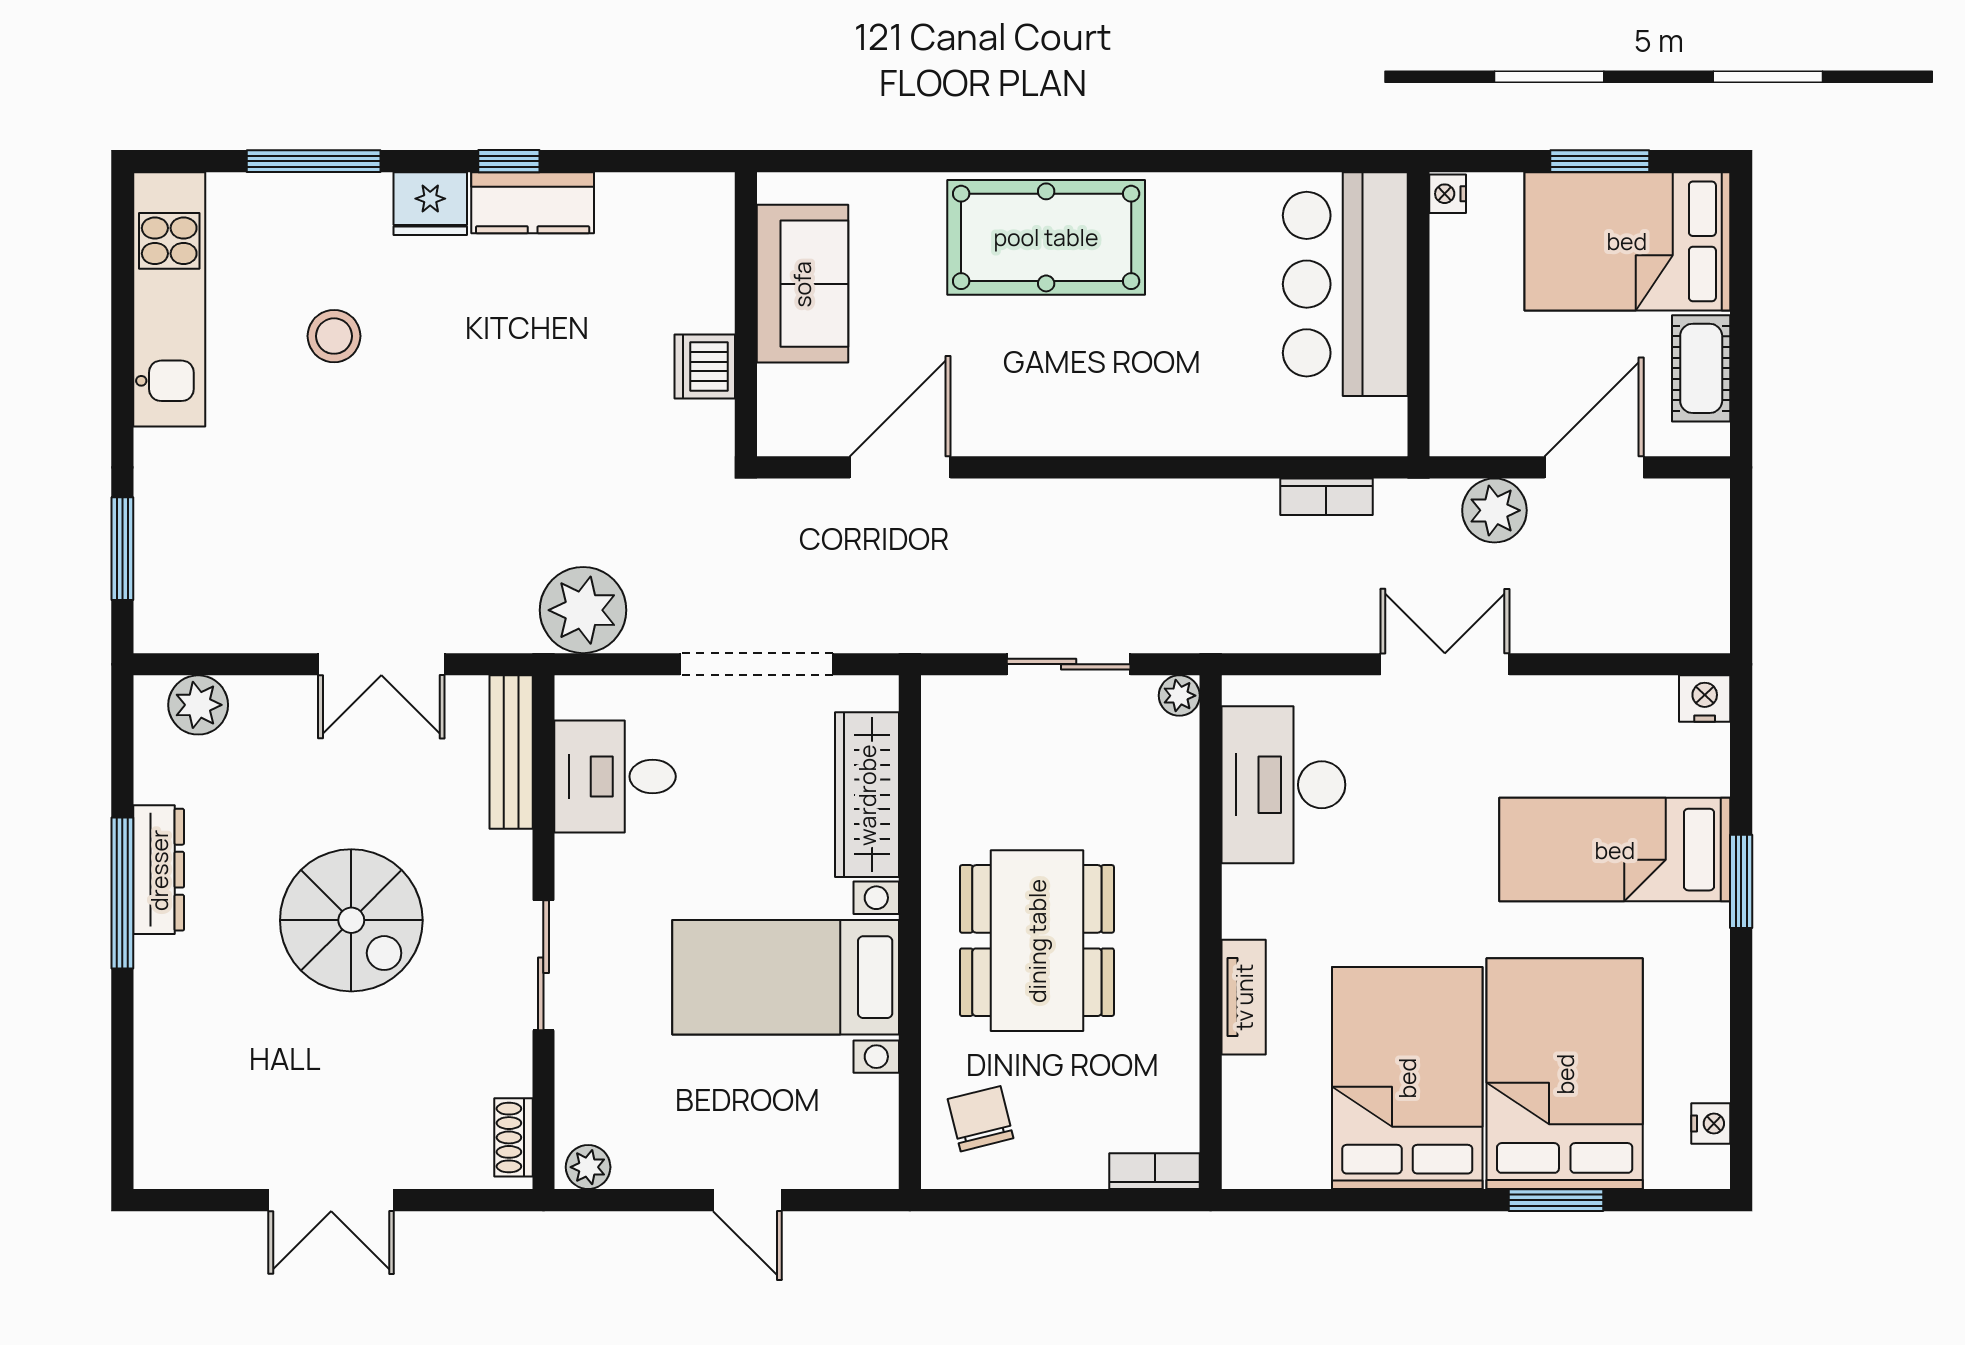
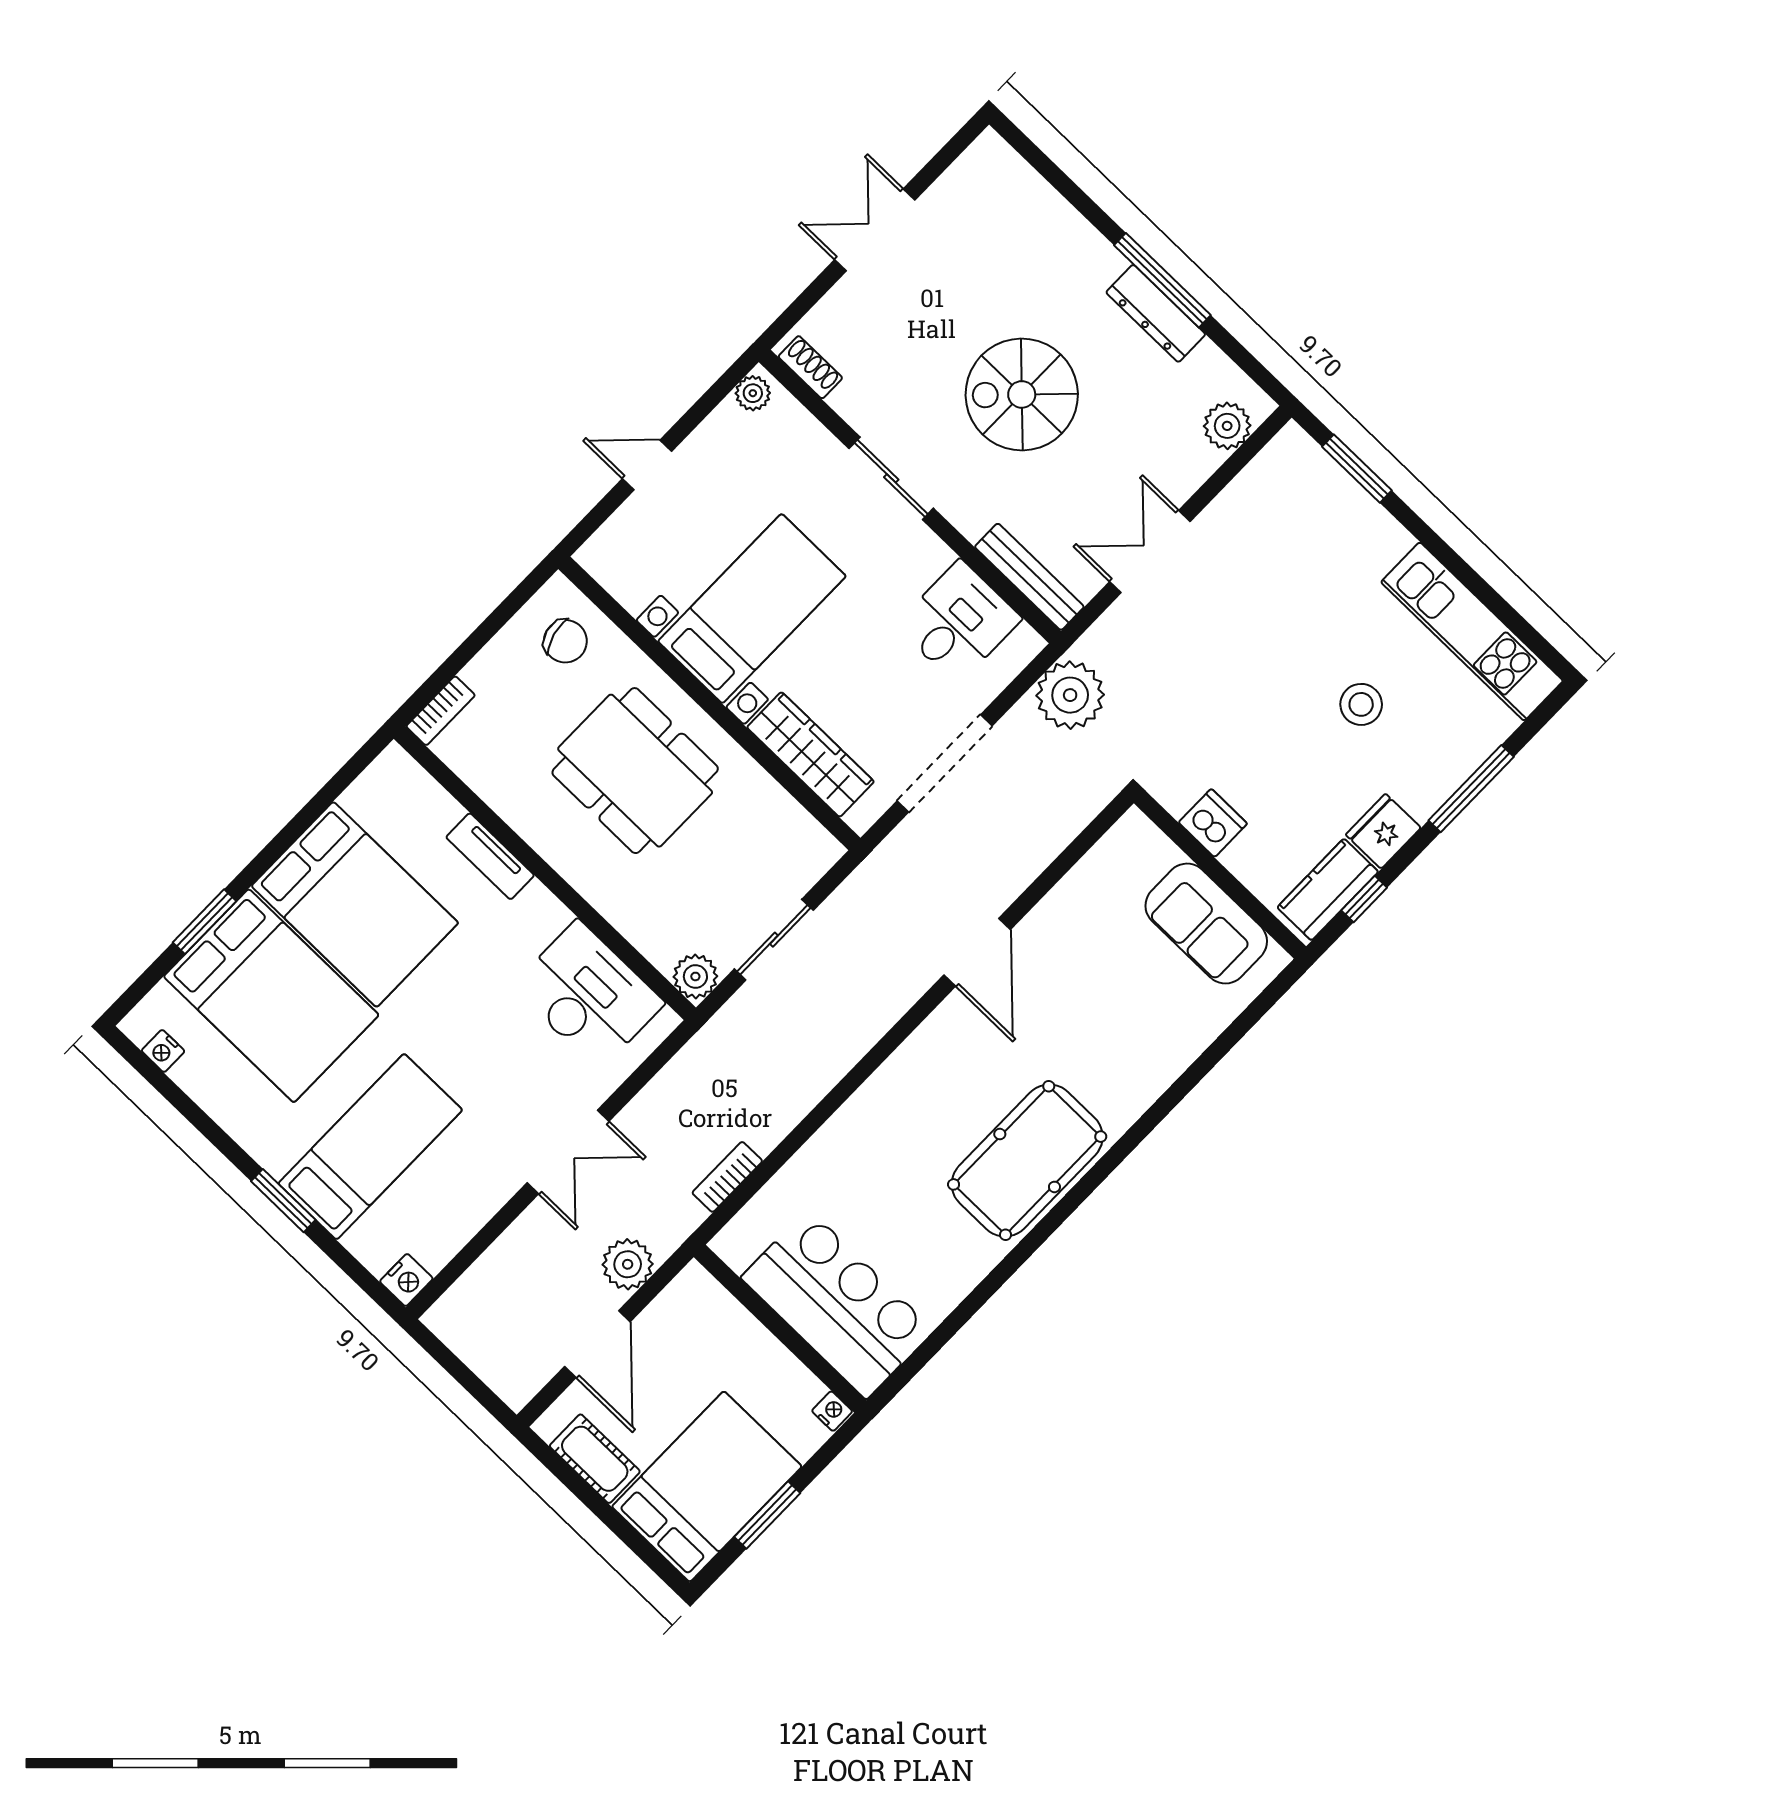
sofa: (802, 284) -> (1206, 924), moved
wall: (746, 314) -> (1220, 875), moved
dishwasher: (705, 366) -> (1213, 823), moved
plant: (1179, 696) -> (695, 976), width x1.38, depth x1.38

